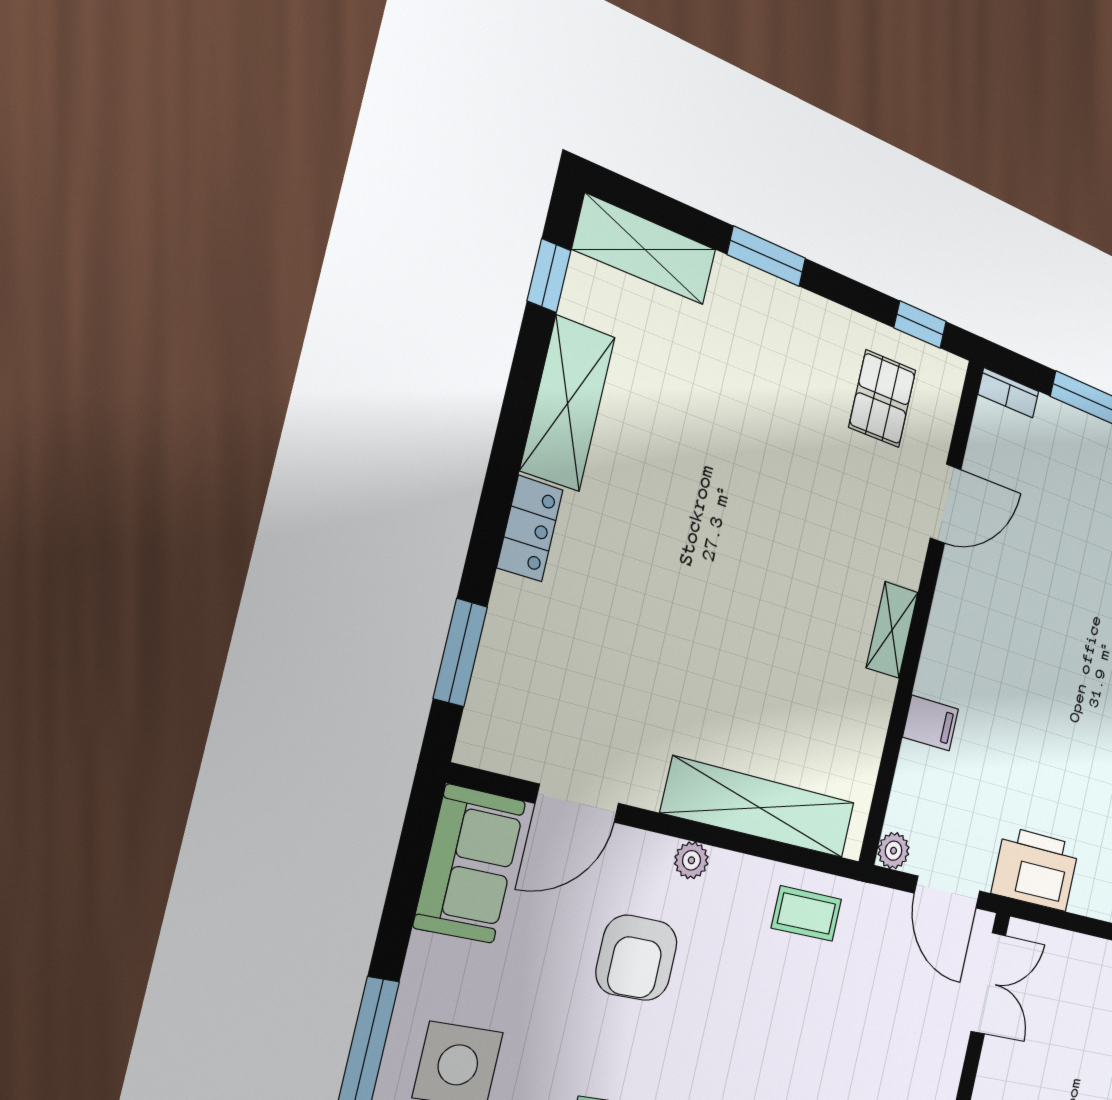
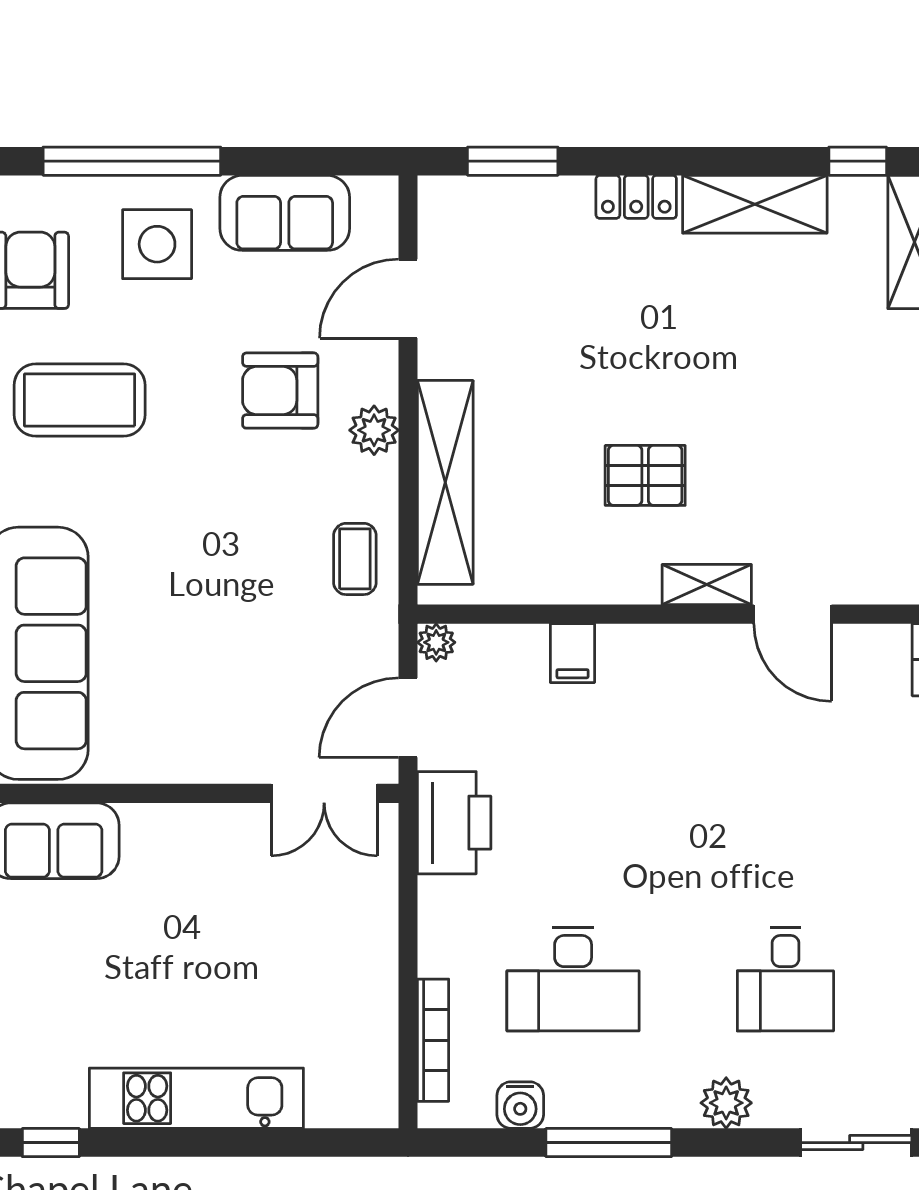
pallet: (882, 399) -> (645, 475), moved
shelving: (892, 630) -> (707, 585), moved
door: (577, 803) -> (408, 299), hinge flipped
plant: (691, 860) -> (374, 430), width x1.38, depth x1.38
sofa: (470, 864) -> (285, 213), moved

